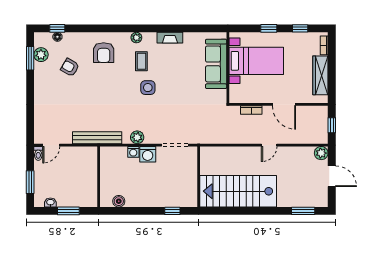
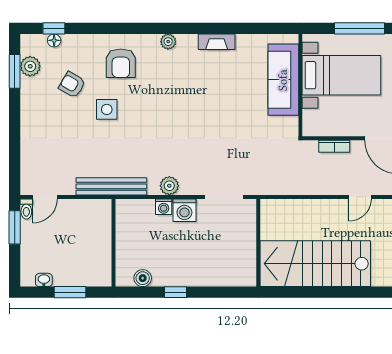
window: (269, 28) -> (359, 28), width x2.17
coffee table: (141, 61) -> (176, 76), removed
side table: (148, 88) -> (107, 109), moved
window: (30, 182) -> (15, 227), moved
window: (172, 211) -> (176, 292), moved

